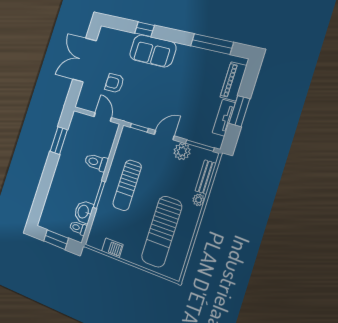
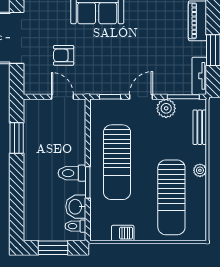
tv unit: (224, 118) -> (199, 76), moved
toilet: (96, 162) -> (72, 173), moved
sun lounger: (127, 185) -> (117, 162), width x1.36, depth x1.34
plant: (199, 200) -> (200, 170), moved

